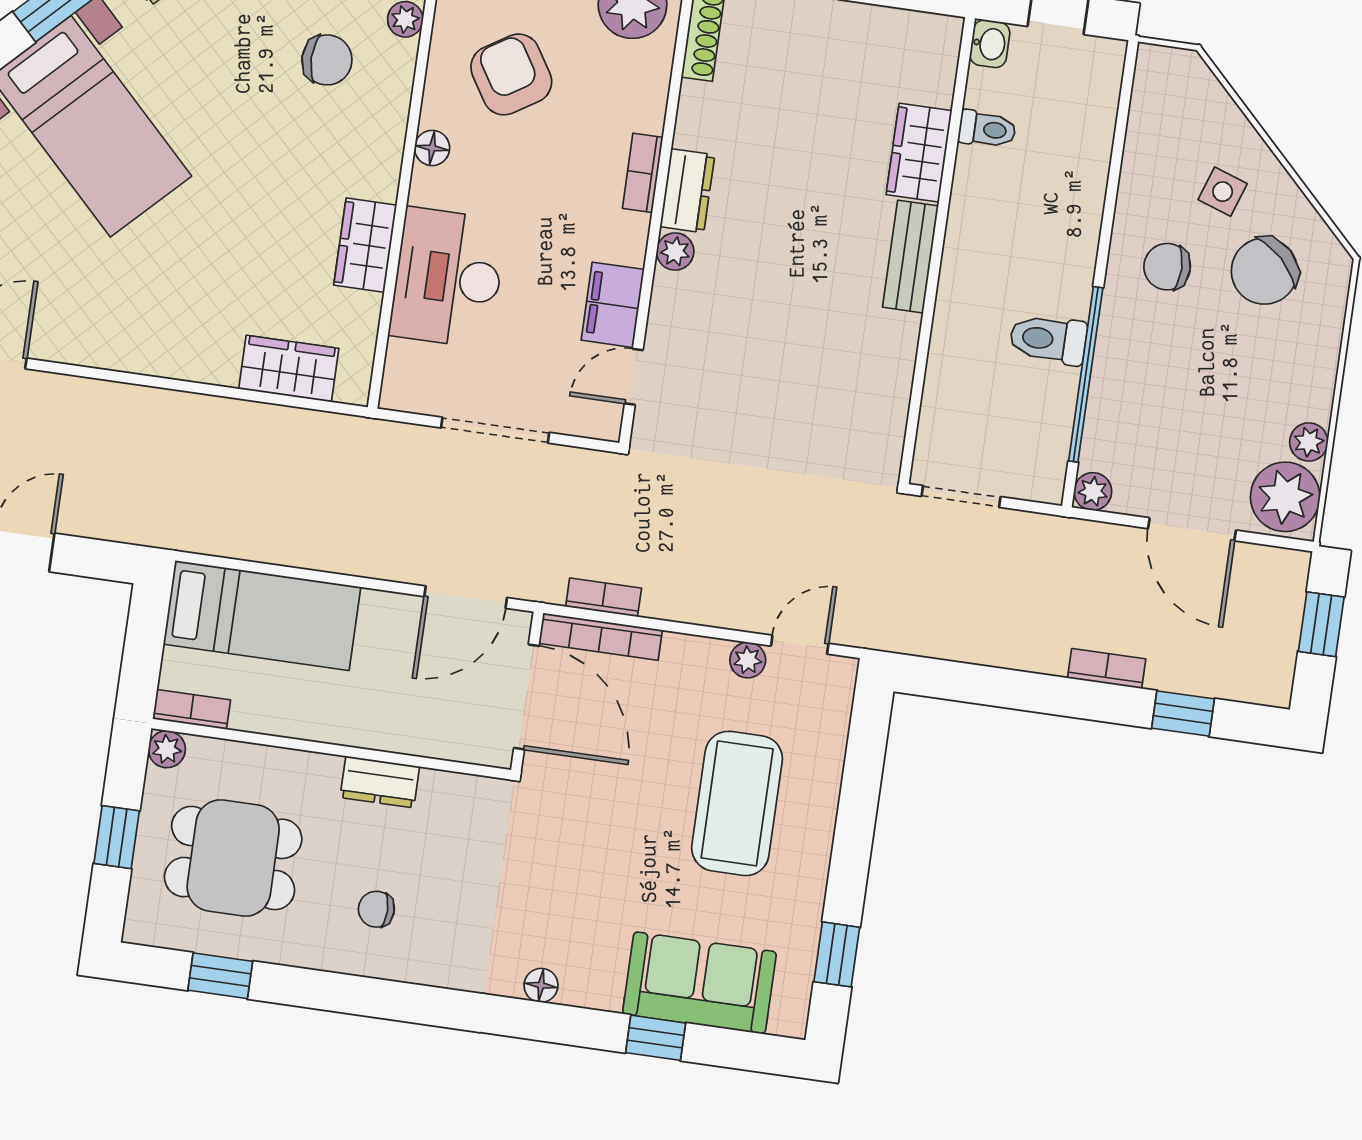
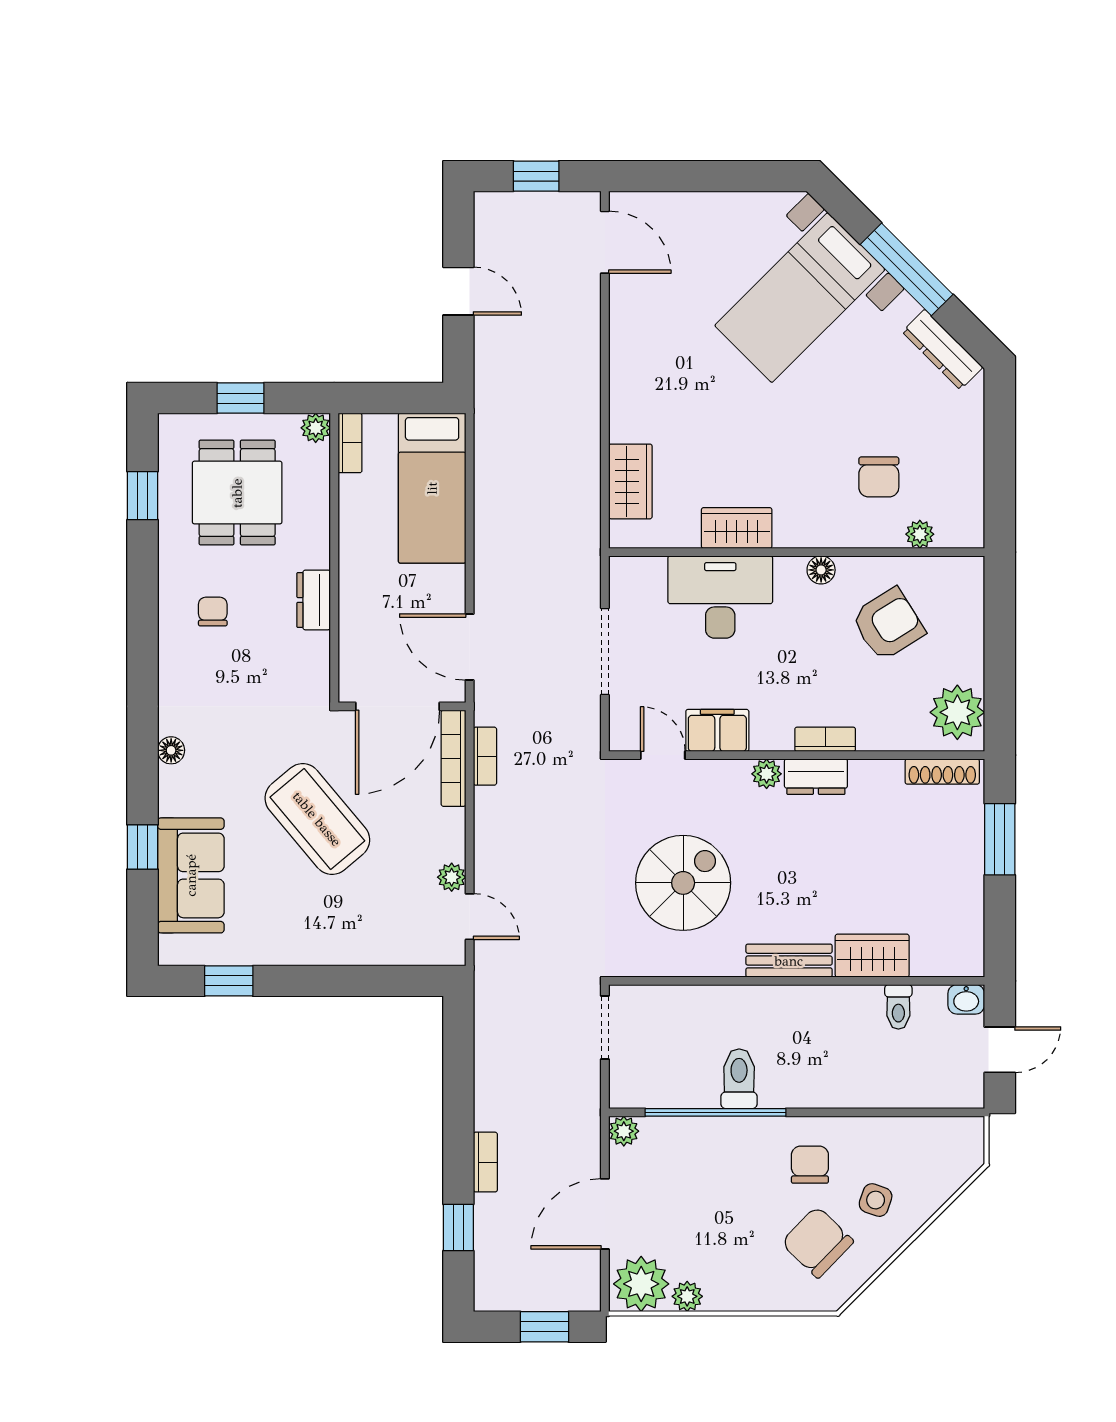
spiral stairs: (796, 374) -> (683, 883), added
coffee table: (737, 803) -> (317, 819), moved, turned 50

